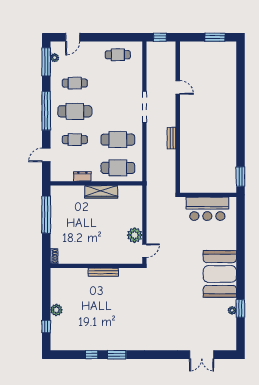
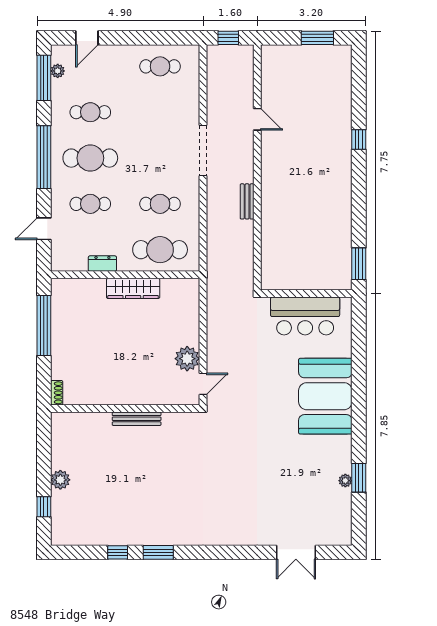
window: (240, 100) -> (359, 139), added
cafe table: (118, 140) -> (160, 204), width x0.73, depth x0.74
booth: (220, 274) -> (325, 396), moved

